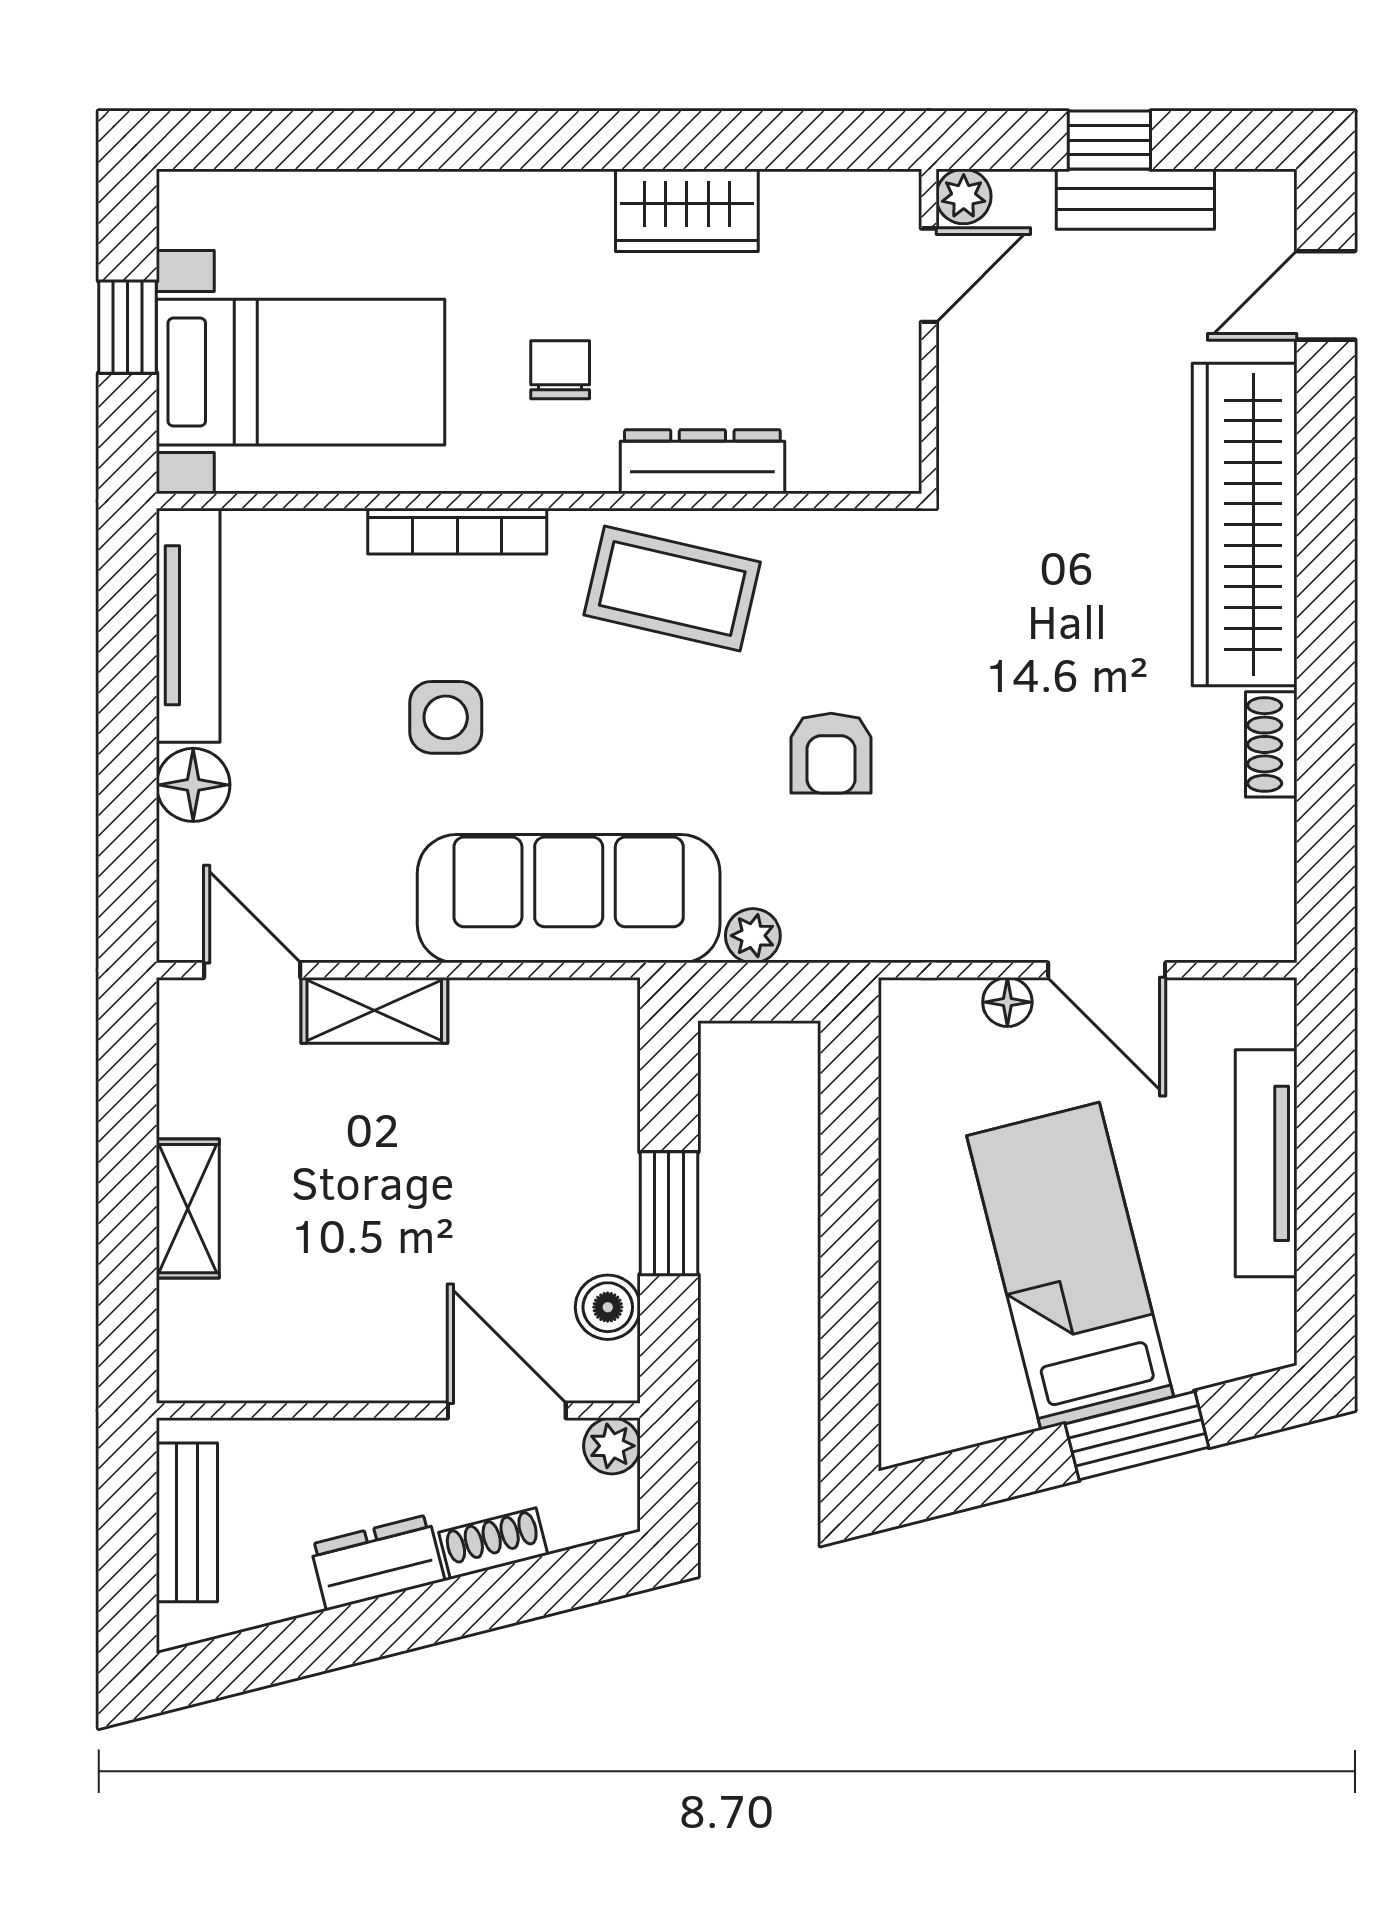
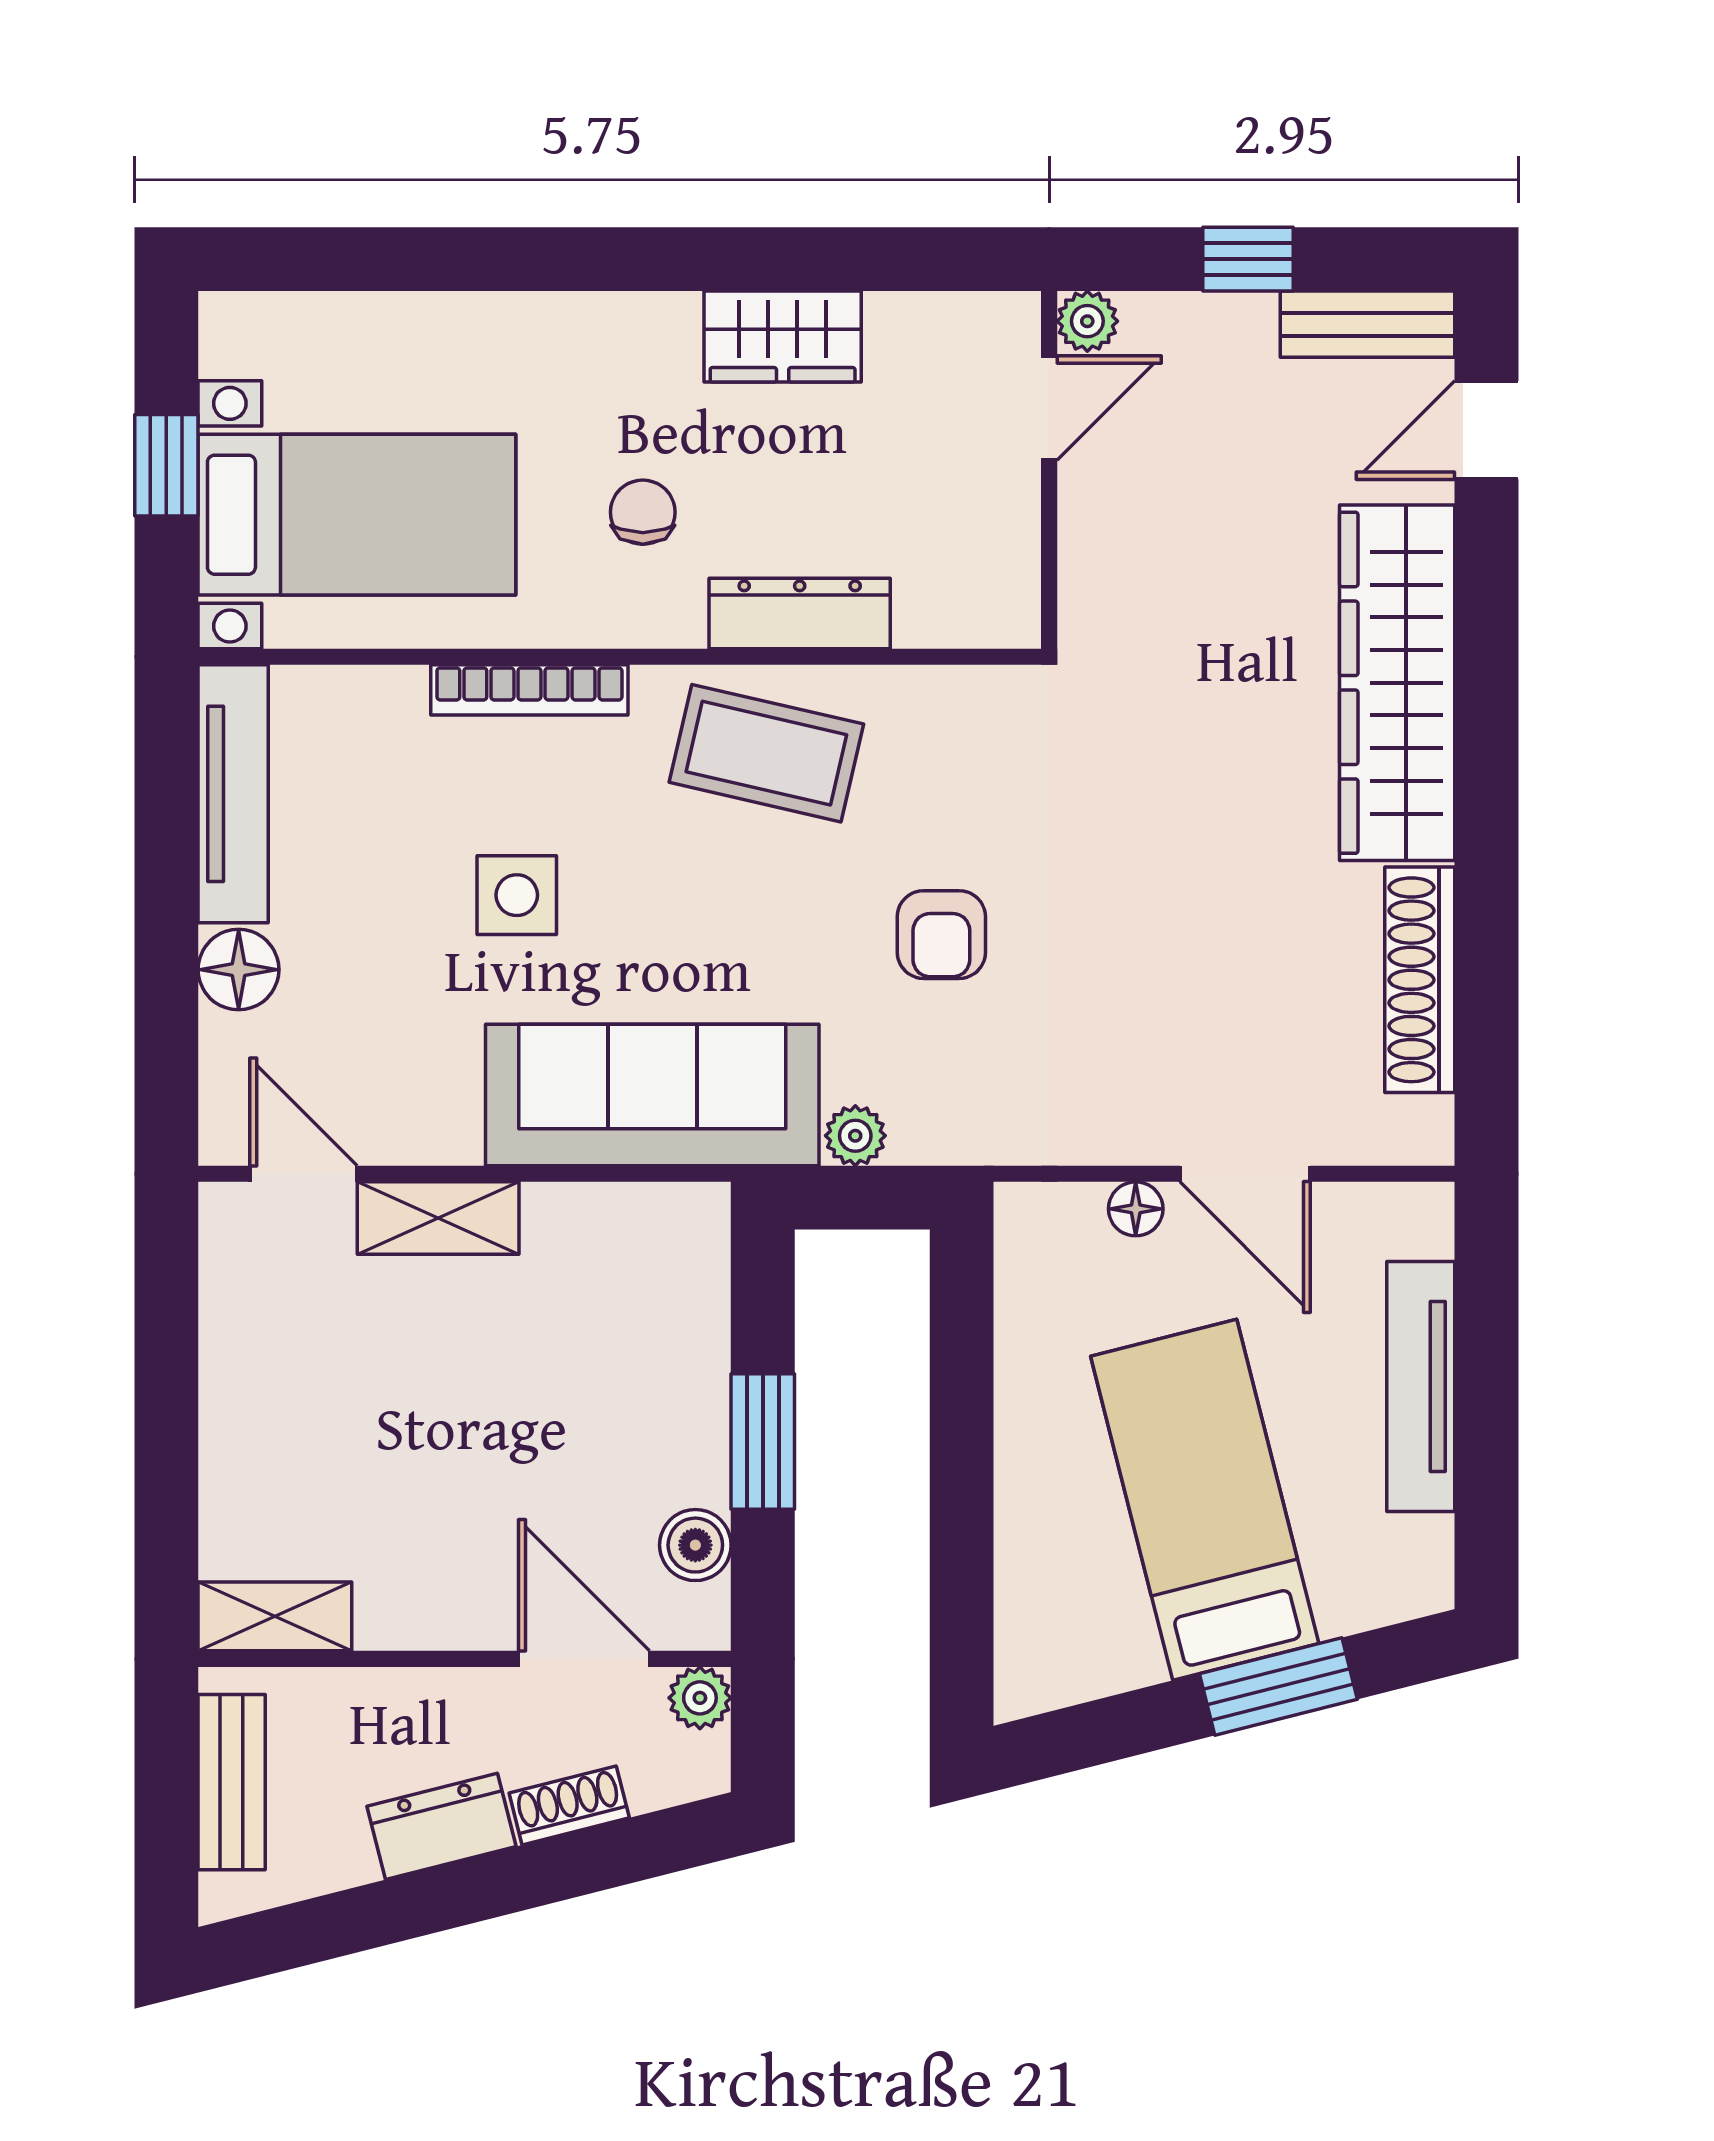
bench: (1135, 199) -> (1368, 324), moved
shoe rack: (1271, 744) -> (1420, 980), width x1.94, depth x1.24
shelving: (188, 1209) -> (275, 1616), moved, turned 90

